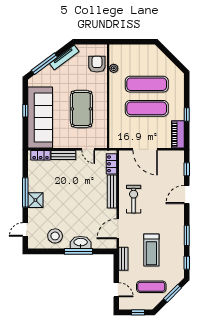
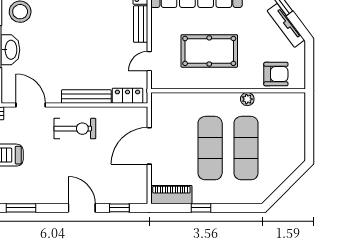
plant: (114, 68) -> (247, 99), moved

